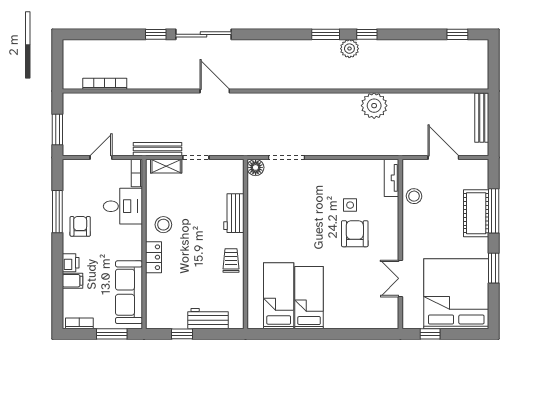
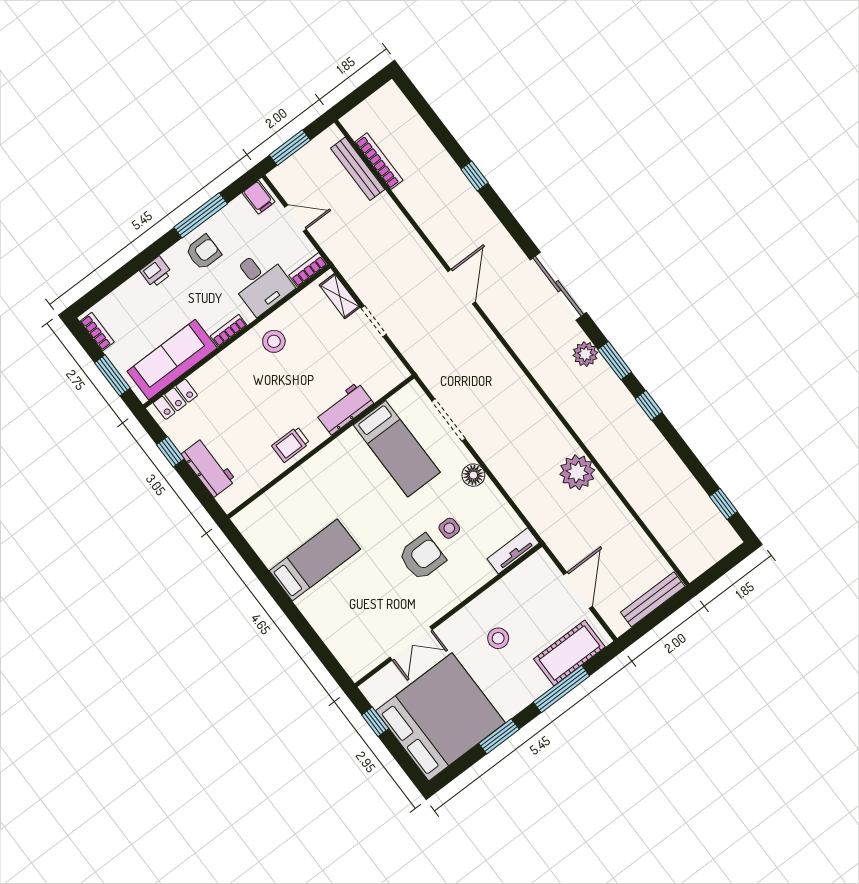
sliding door: (203, 34) -> (558, 286), moved
plant: (349, 49) -> (585, 354), moved
bench: (157, 149) -> (358, 169), moved
floor lamp: (256, 167) -> (473, 475), moved
stool: (414, 196) -> (498, 638), moved
cot: (476, 213) -> (569, 653), moved
bookcase: (137, 246) -> (229, 331), added
locker: (154, 257) -> (175, 399), moved
trolley: (231, 261) -> (291, 445), turned 180
double door: (400, 278) -> (411, 643), swing flipped
filing cabinet: (73, 281) -> (259, 197), moved
bed: (279, 296) -> (397, 449), moved, turned 90

